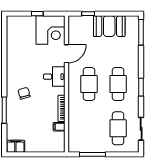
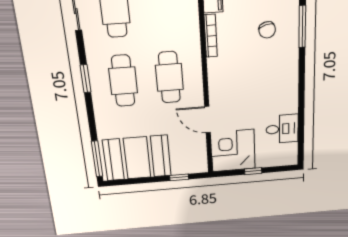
booth: (109, 26) -> (137, 158), width x1.36, depth x1.42
door: (67, 54) -> (208, 120), hinge flipped
desk: (54, 77) -> (282, 129), moved, turned 180
chair: (24, 93) -> (267, 30), moved

